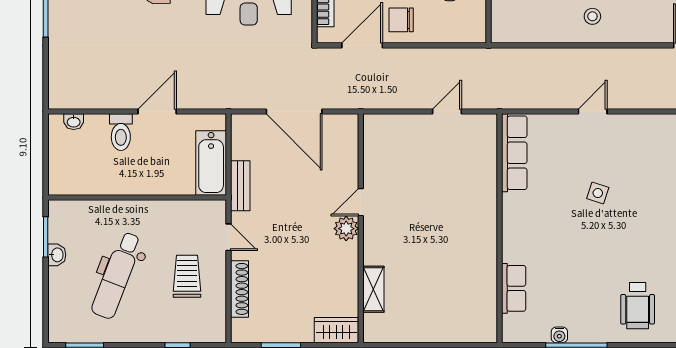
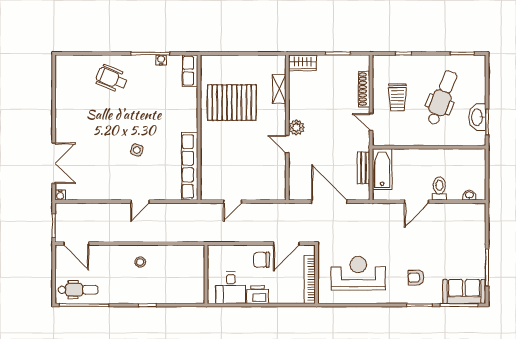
chair: (401, 20) -> (262, 260), turned 180
row of seats: (514, 153) -> (190, 166), width x1.36
bench: (240, 186) -> (364, 168), moved
door: (361, 202) -> (287, 144), swing flipped
washbasin: (57, 255) -> (477, 117), width x1.91, depth x1.45
pallet: (448, 268) -> (232, 103), added
row of seats: (514, 288) -> (190, 71), moved
wheelchair: (638, 306) -> (111, 79), turned -67

